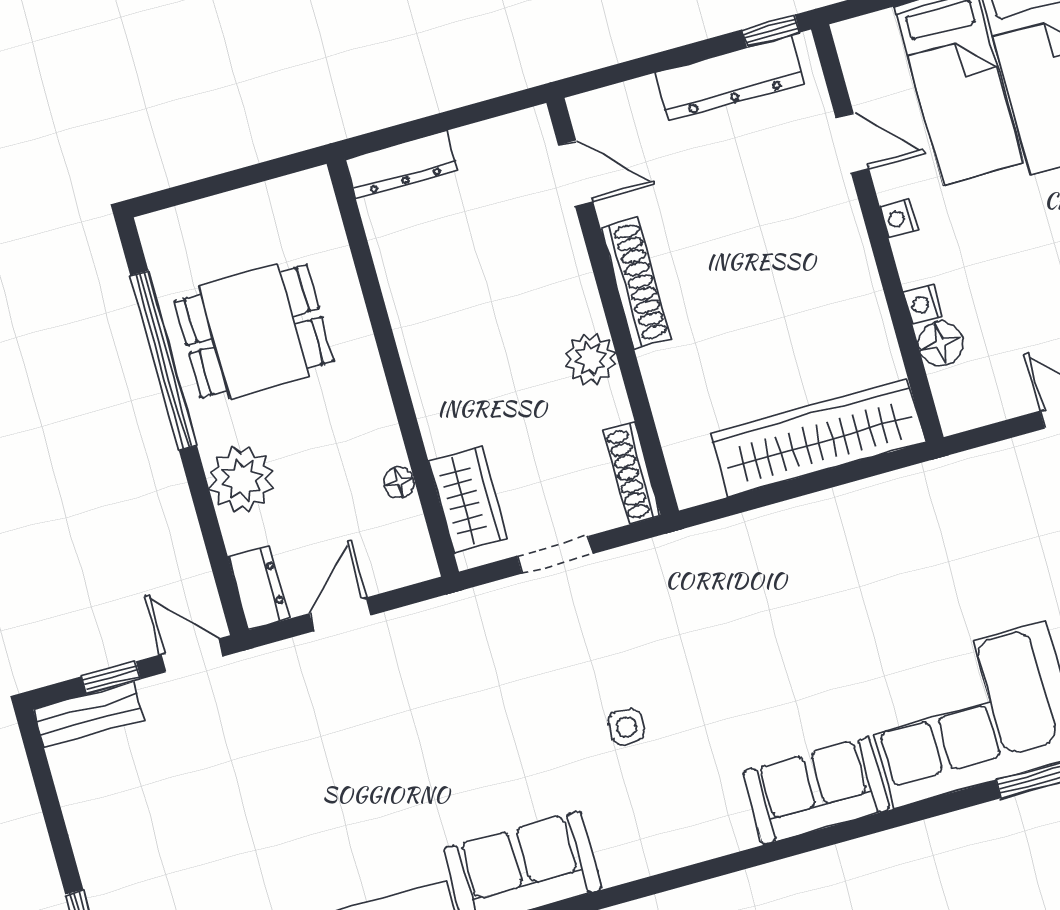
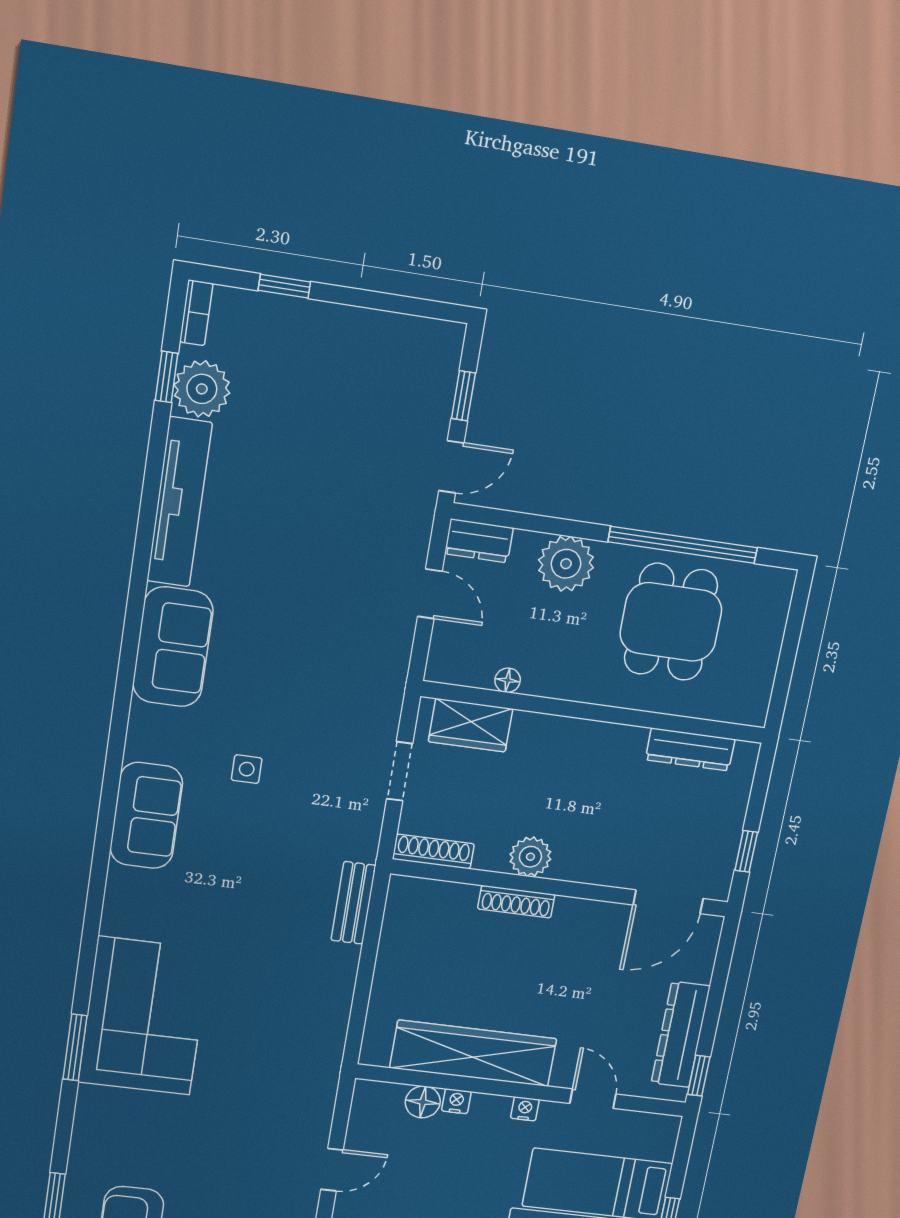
window: (477, 112) -> (746, 851), added
door: (852, 143) -> (593, 1099), swing flipped
dresser: (401, 165) -> (690, 749), moved, turned -90
door: (576, 173) -> (668, 902), width x1.37
shoe rack: (636, 283) -> (516, 902), moved, width x0.74, depth x0.81
wardrobe: (818, 438) -> (473, 1053), moved, turned -90
bench: (89, 714) -> (353, 903), moved
sofa: (816, 791) -> (146, 816), moved

